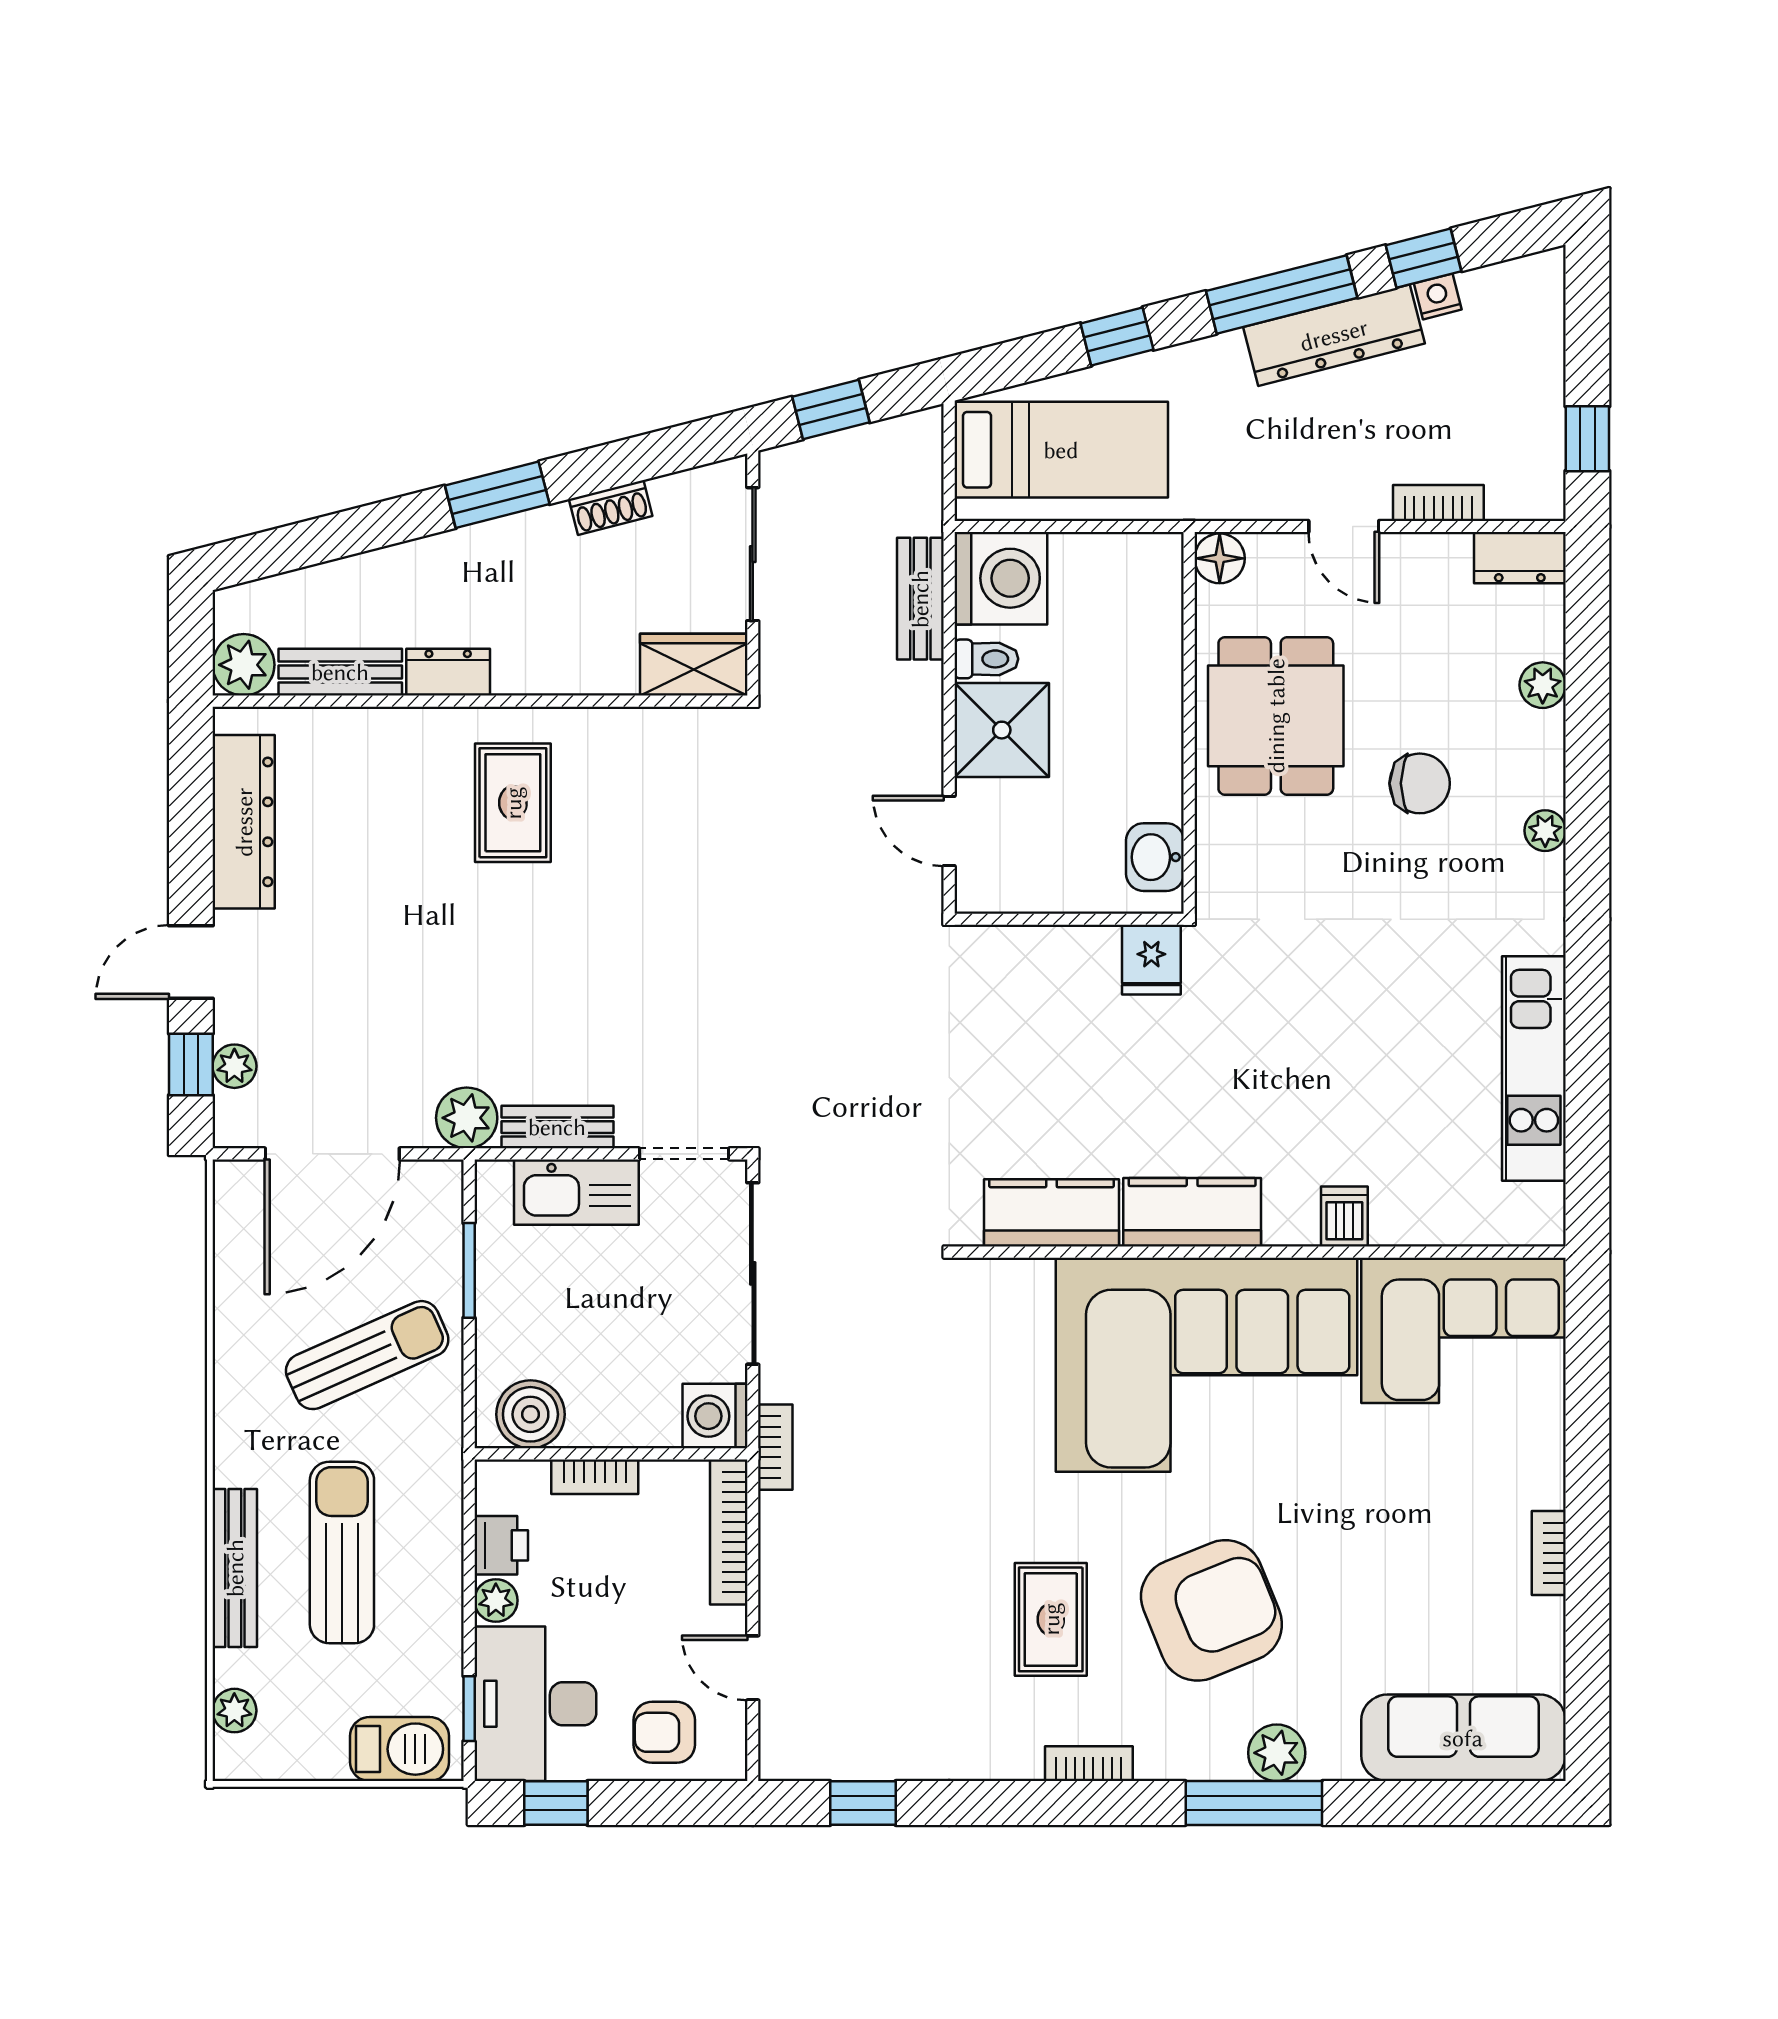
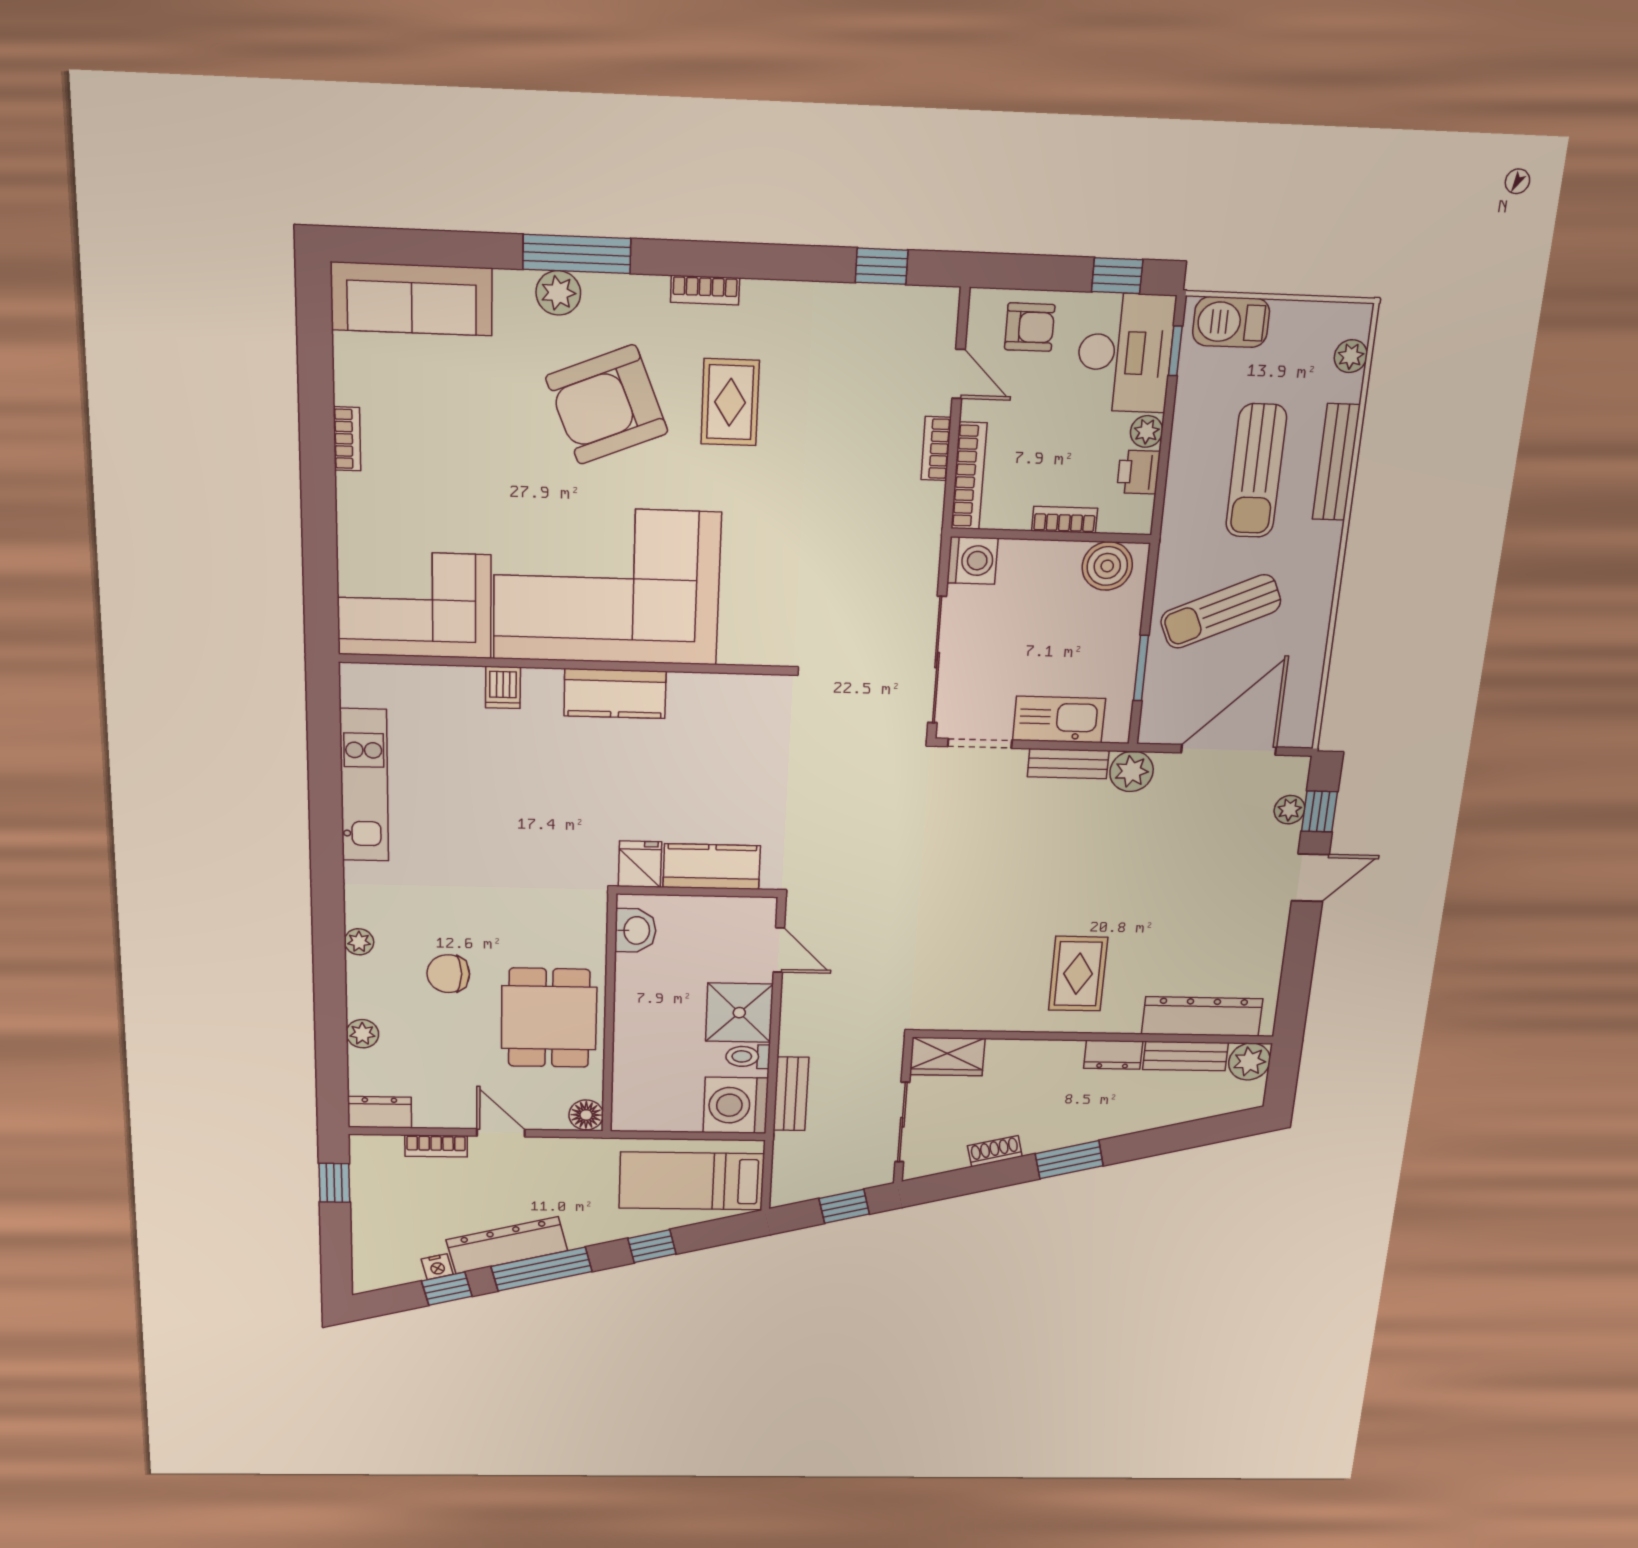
dresser: (244, 822) -> (1202, 1016), moved, turned 90
kitchen counter: (1051, 1213) -> (712, 867), moved, turned 180
bookcase: (775, 1447) -> (936, 449), moved

